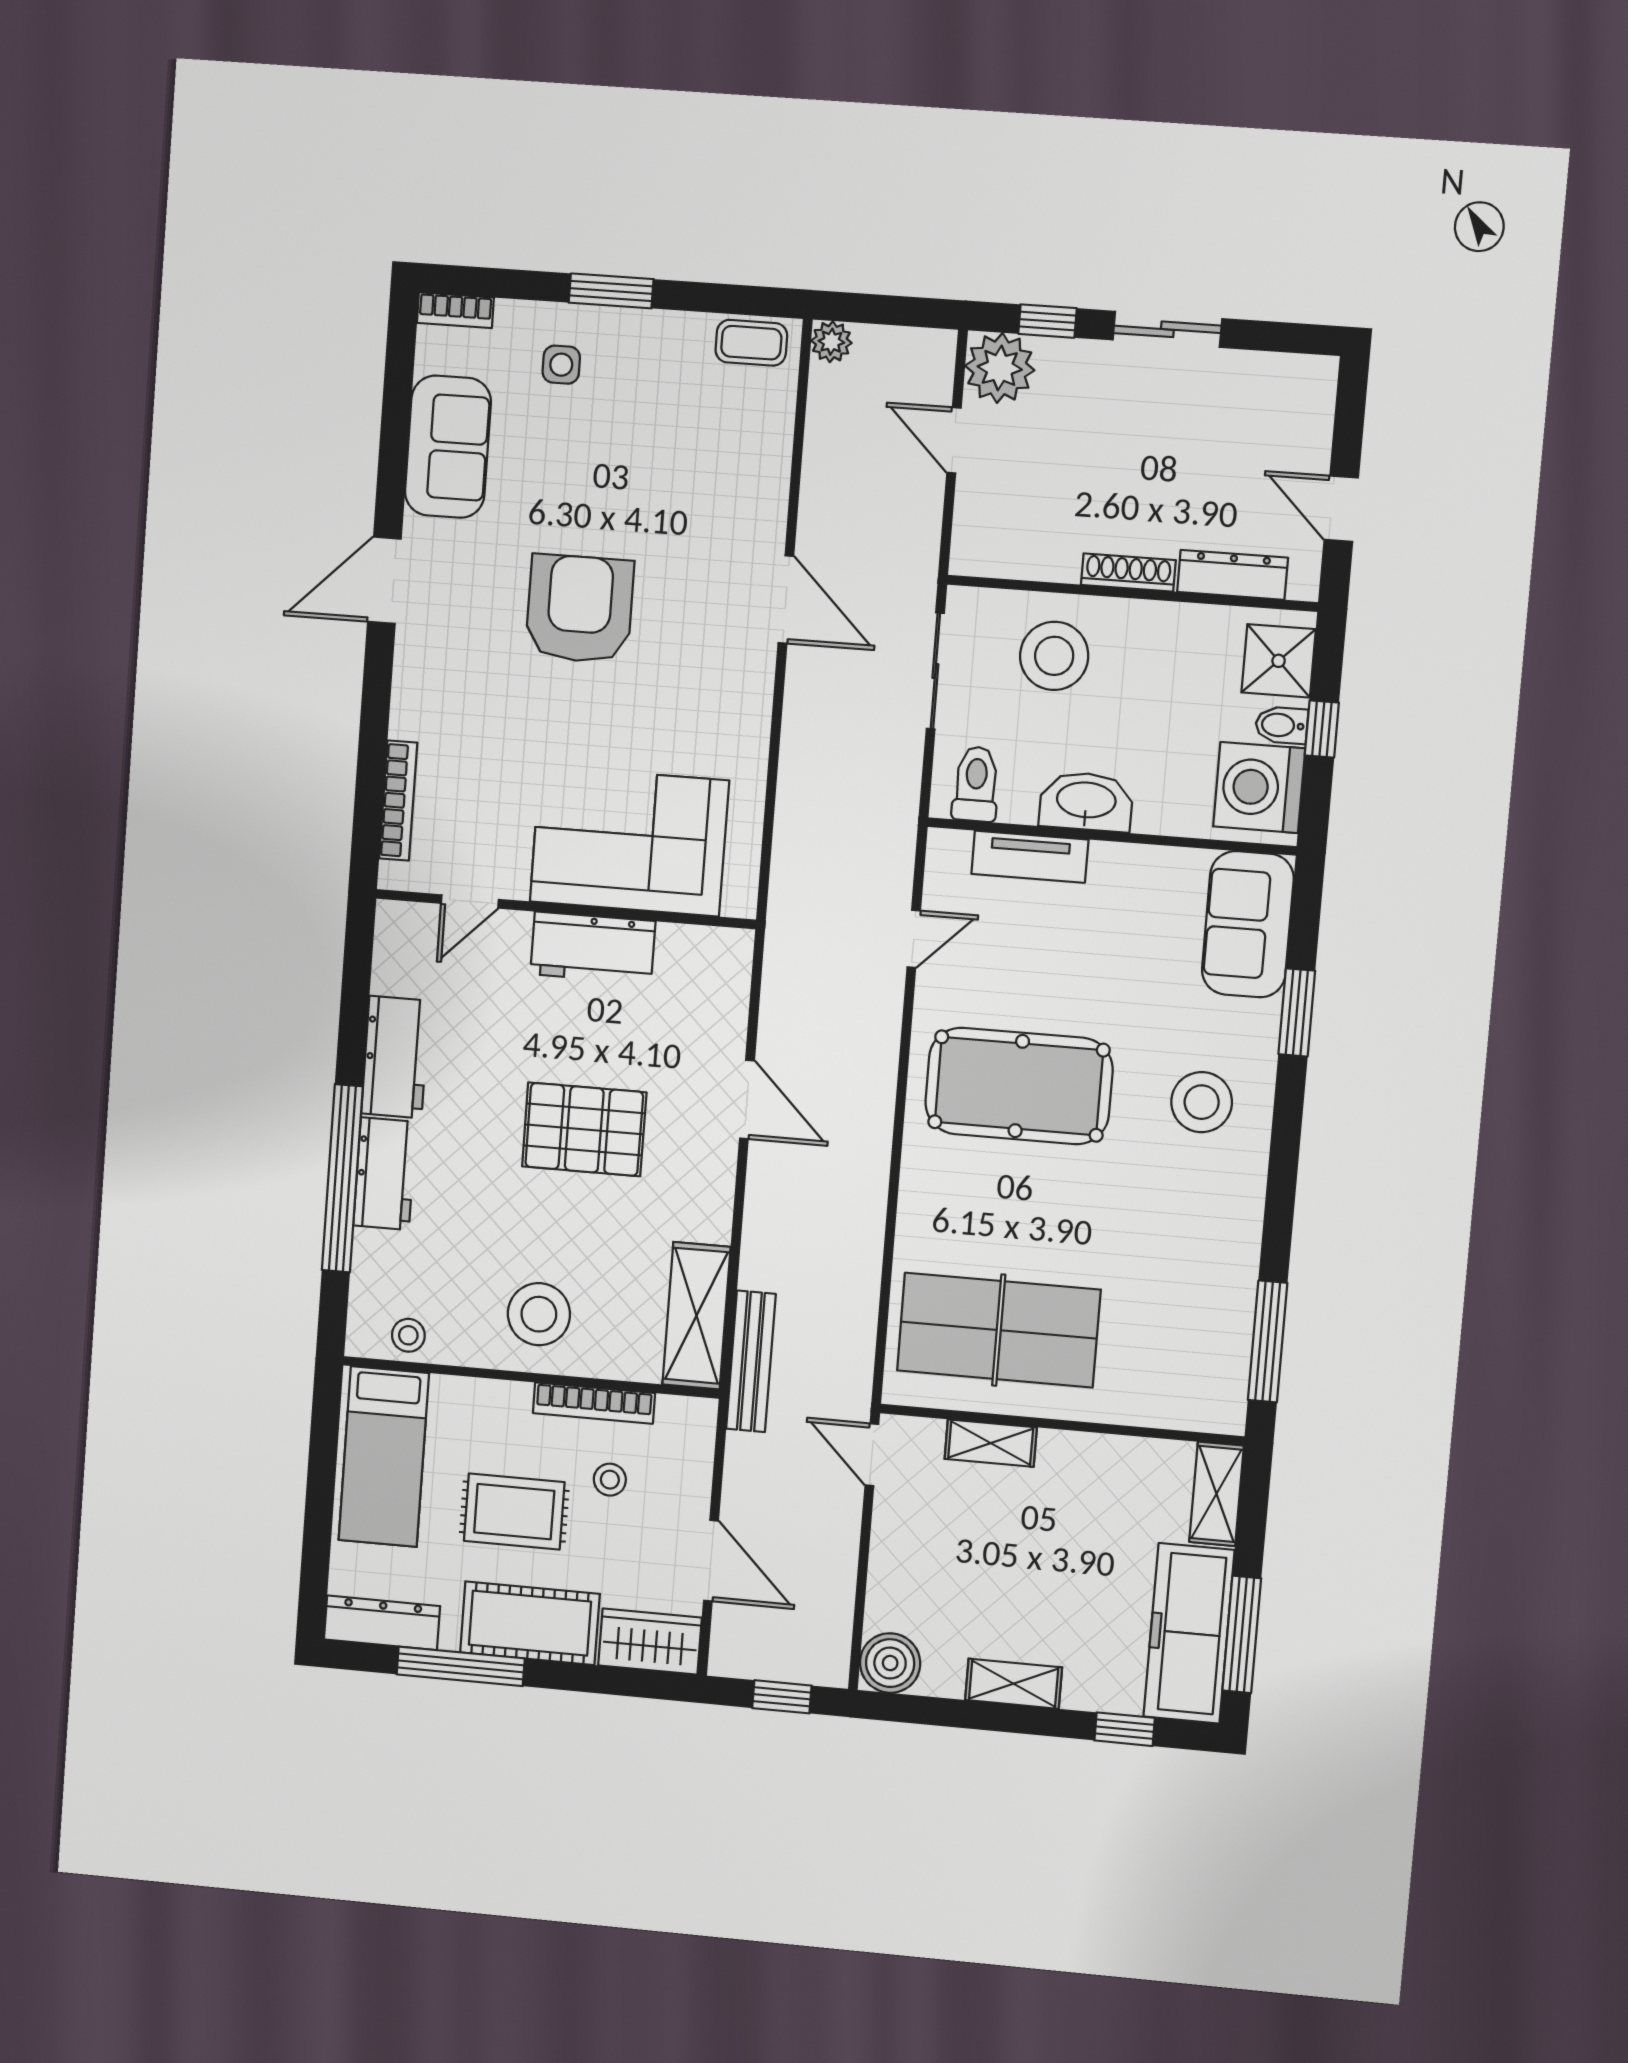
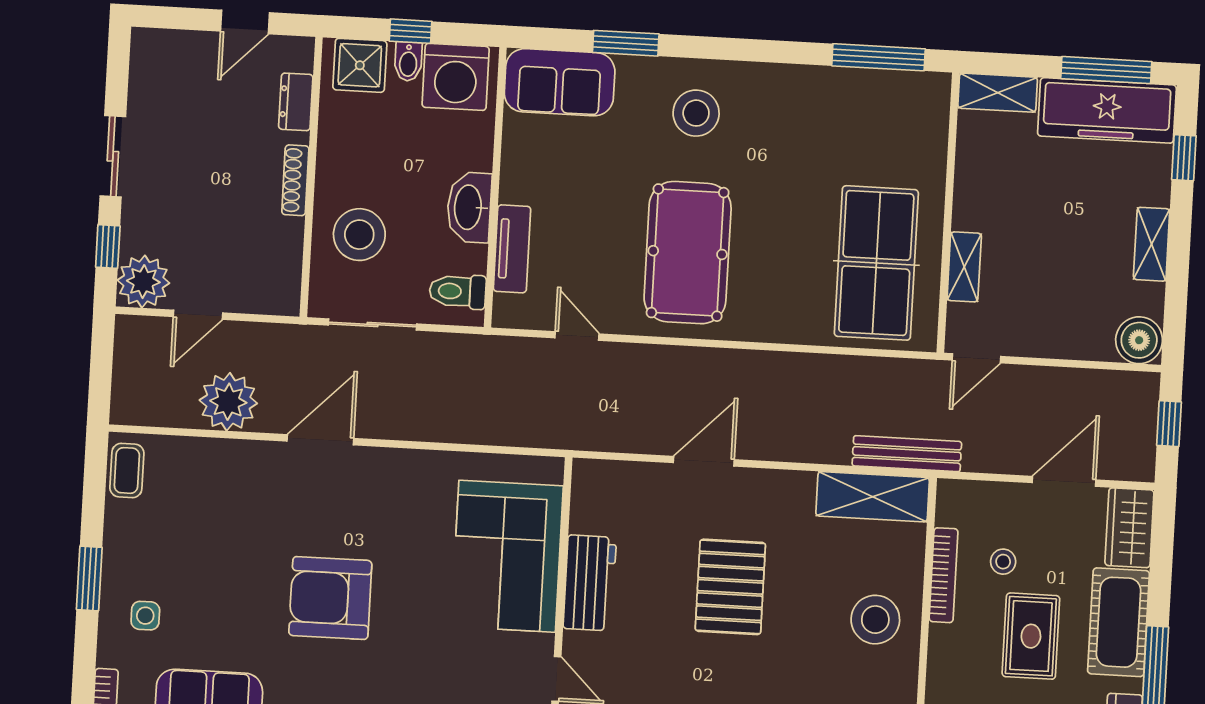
plant: (831, 342) -> (228, 402), moved, width x1.87, depth x1.87
dresser: (1232, 575) -> (296, 102), width x0.70

